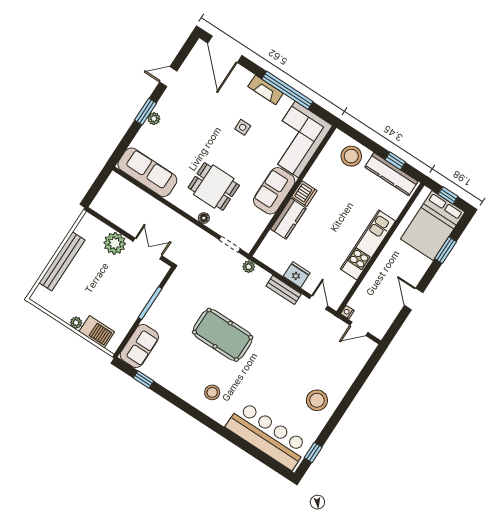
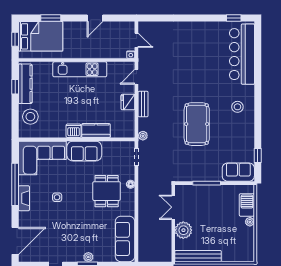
bench: (62, 261) -> (198, 256), moved
stool: (317, 400) -> (199, 37), removed

